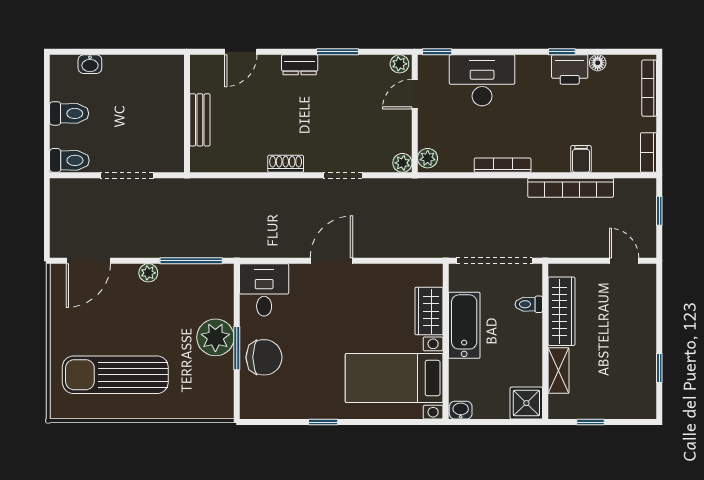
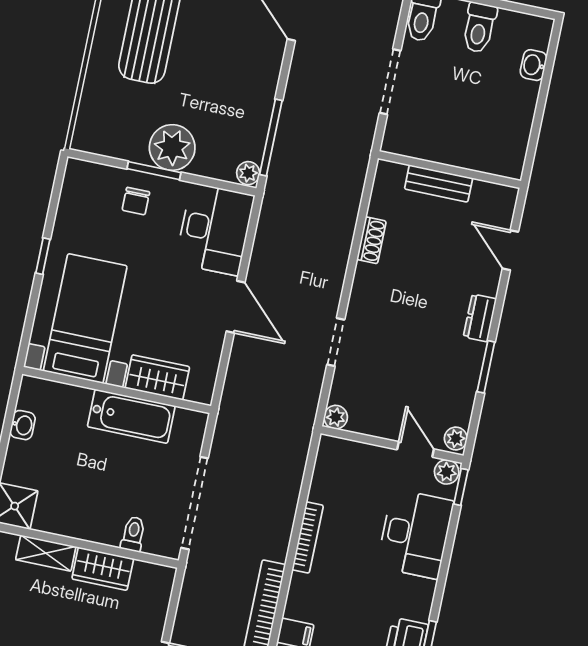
plant: (428, 158) -> (447, 472), moved
shoe rack: (286, 164) -> (371, 240), moved
plant: (148, 273) -> (248, 173), moved
desk: (264, 290) -> (215, 229), width x1.37
wardrobe: (429, 311) -> (157, 377), moved
wardrobe: (561, 311) -> (103, 569), width x0.67
bathtub: (464, 325) -> (131, 416), moved
wall: (446, 341) -> (117, 390), moved
chair: (264, 357) -> (136, 201), width x0.54, depth x0.54
bed with nightstands: (394, 378) -> (85, 318), moved

